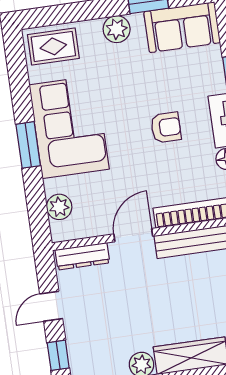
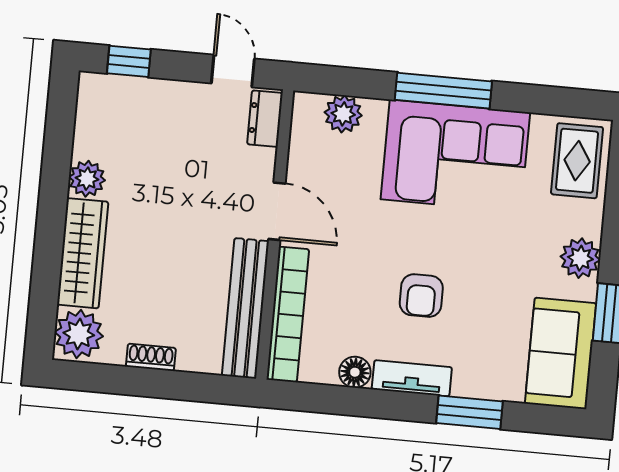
window: (28, 145) -> (443, 91), width x1.44
dresser: (82, 256) -> (265, 119), width x0.70
door: (51, 306) -> (233, 71), moved

